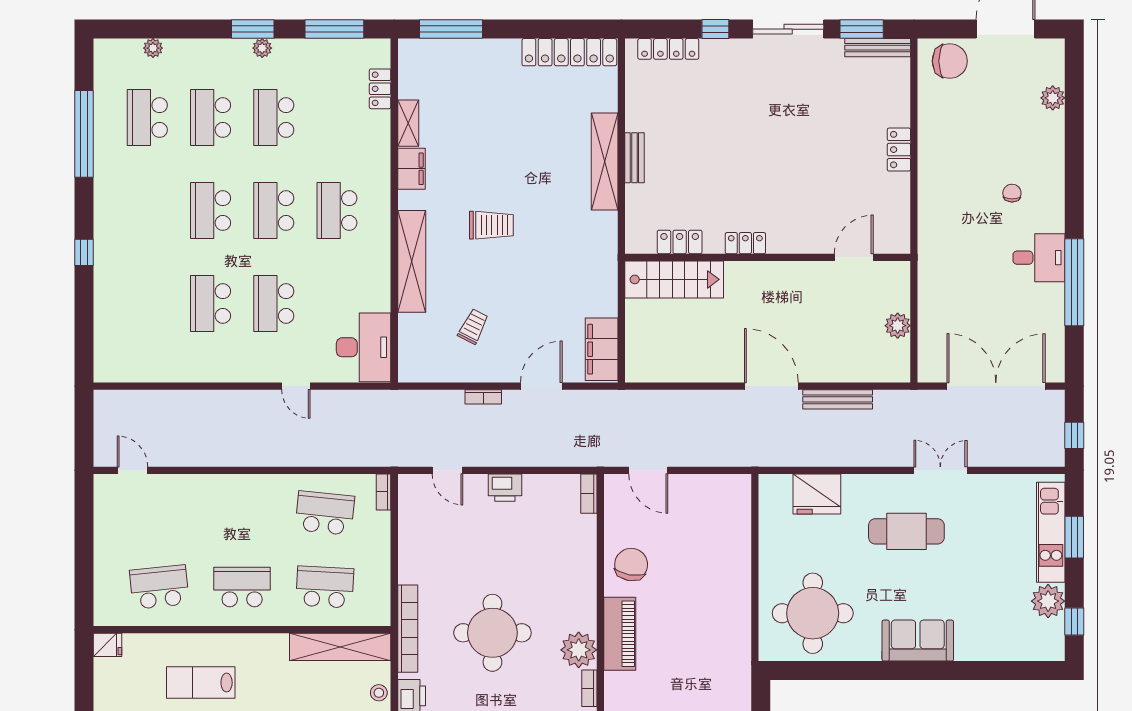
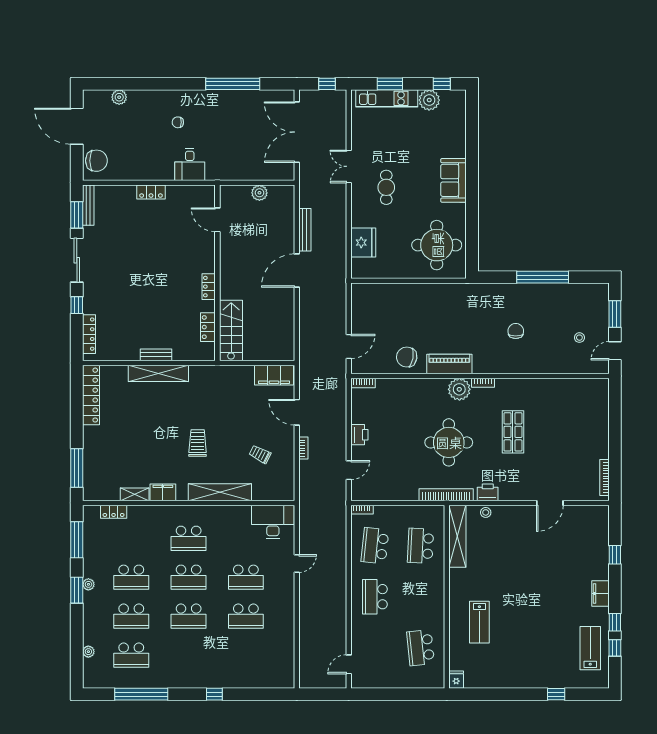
chair: (950, 61) -> (96, 161), turned 90
desk: (1039, 258) -> (190, 165), moved, turned 180
cafe table: (906, 531) -> (386, 187), width x0.73, depth x0.74
school desk: (242, 587) -> (375, 597), moved

